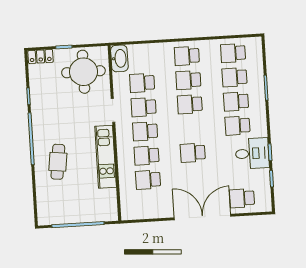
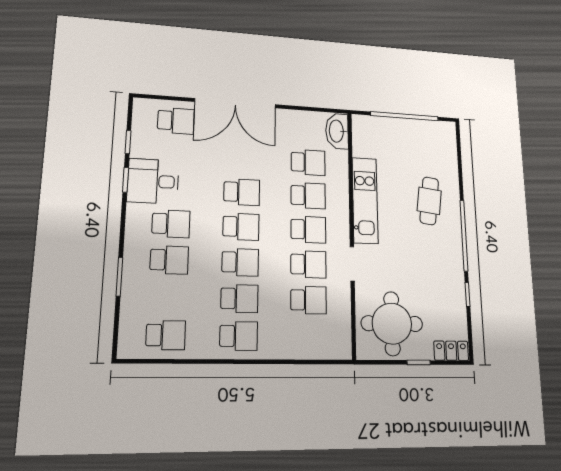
washbasin: (119, 58) -> (337, 131), moved
school desk: (235, 77) -> (241, 227), moved

